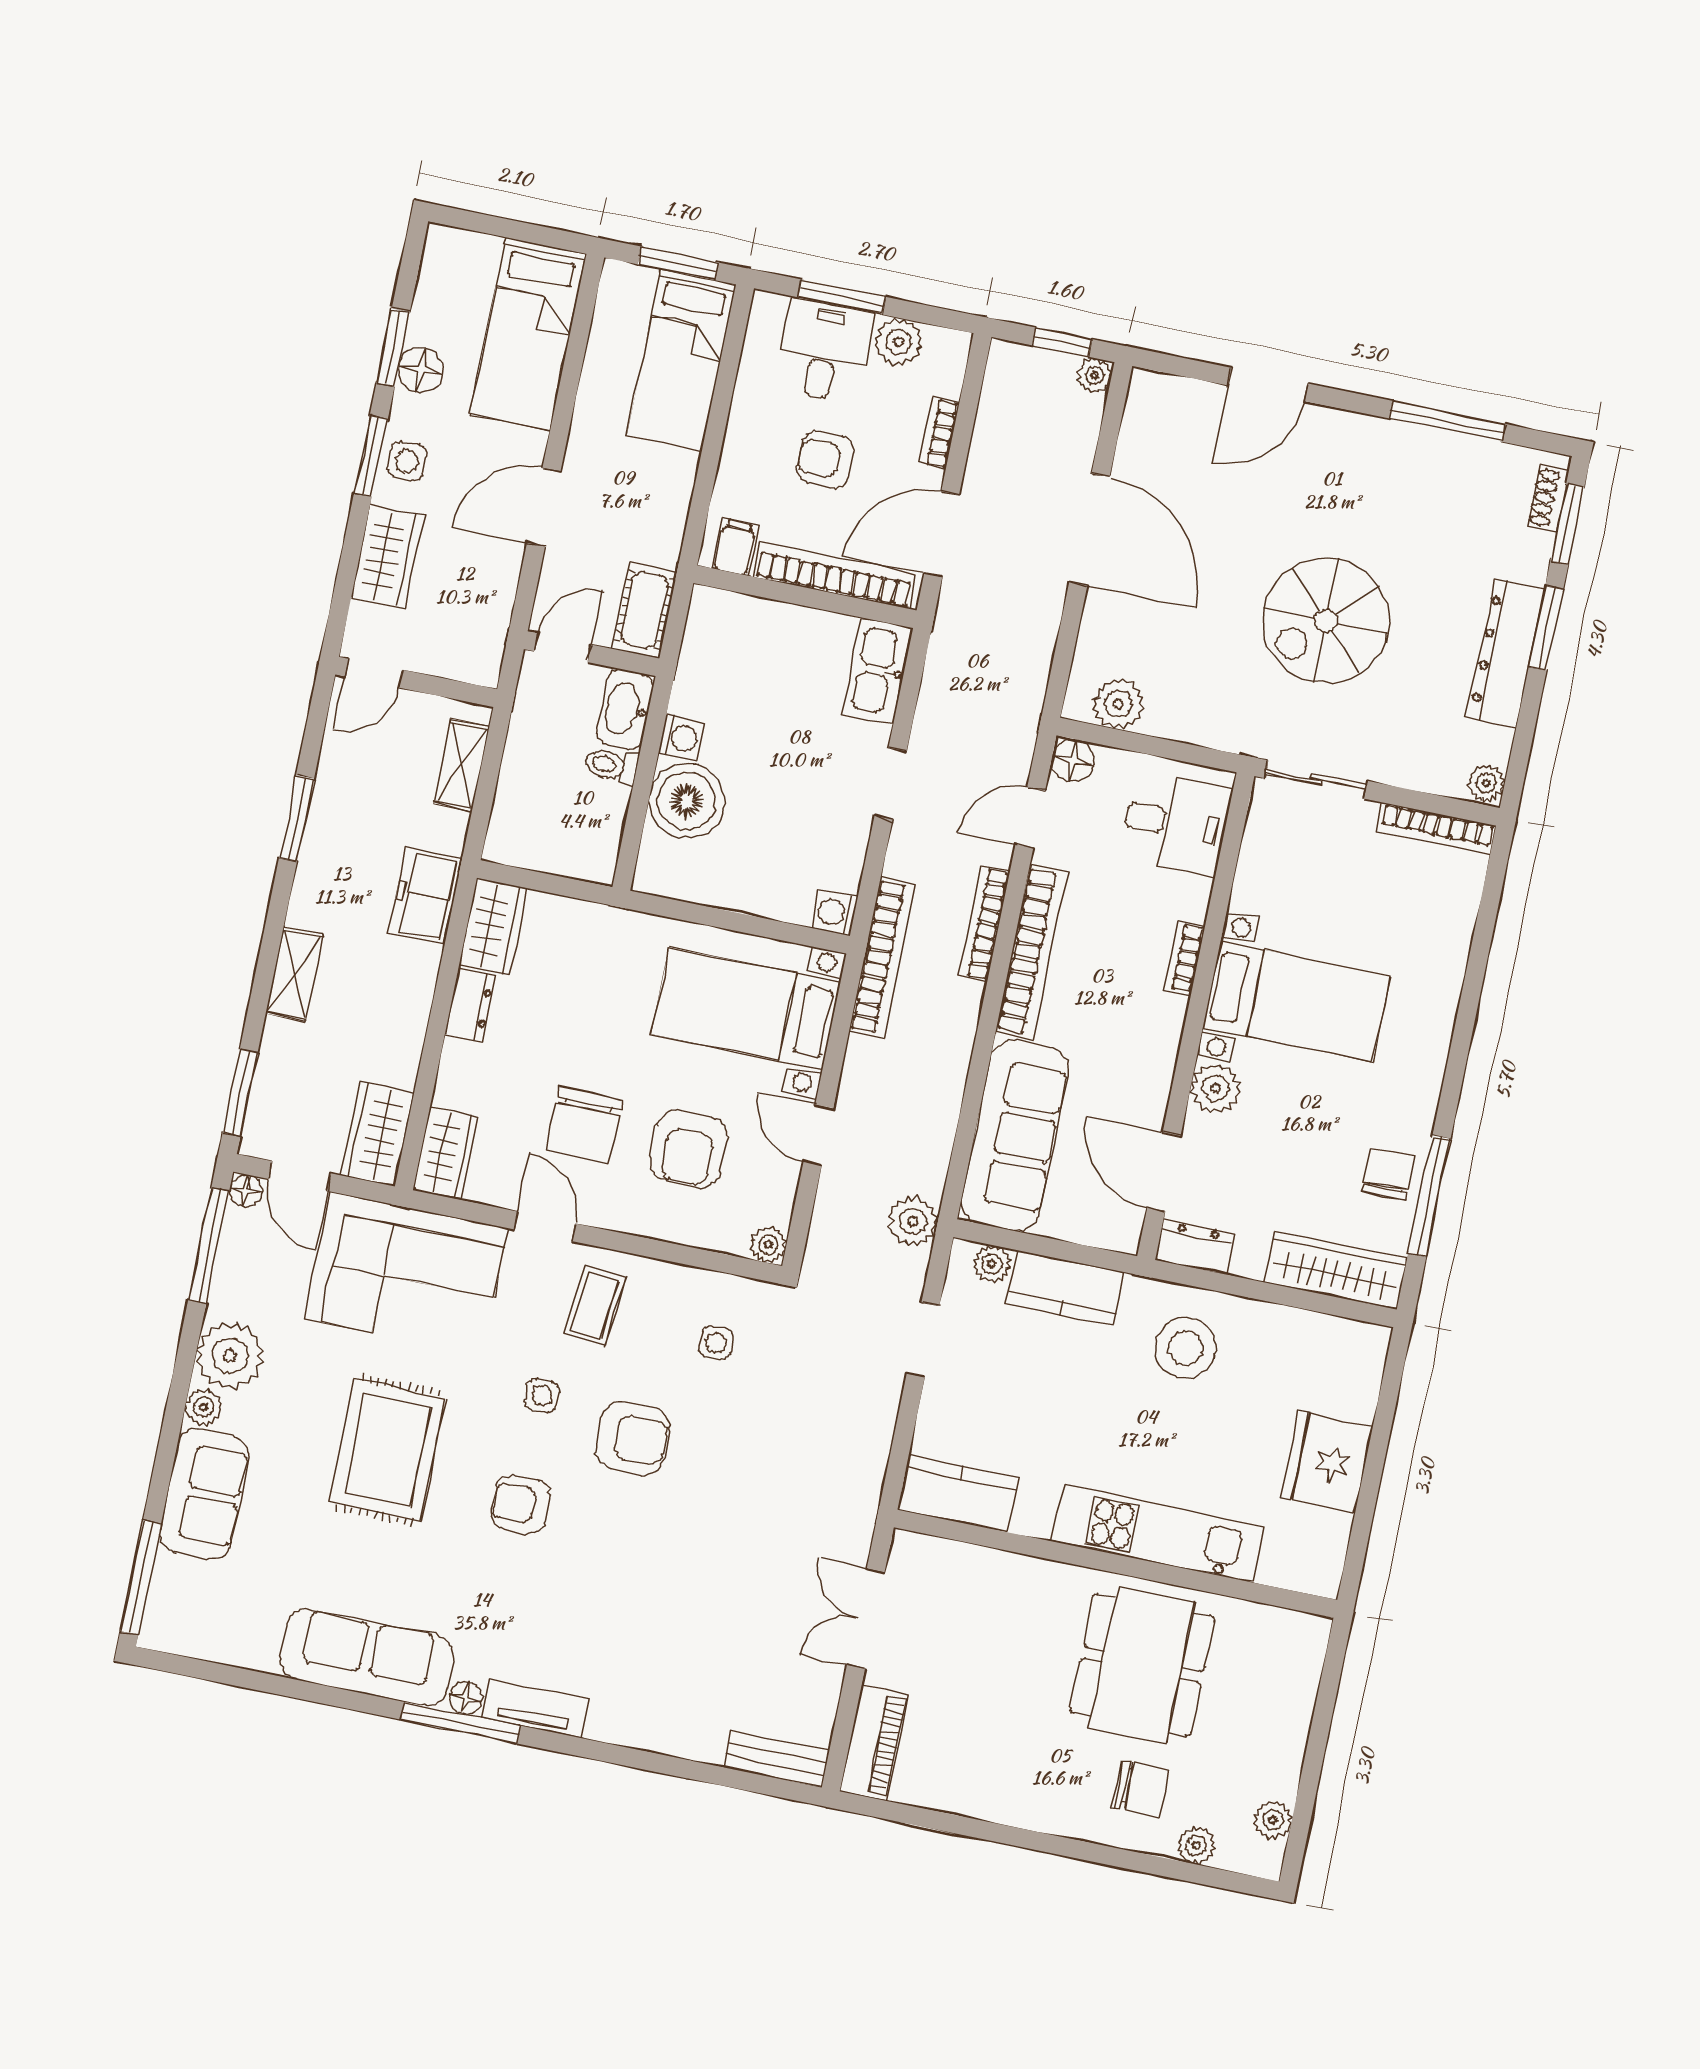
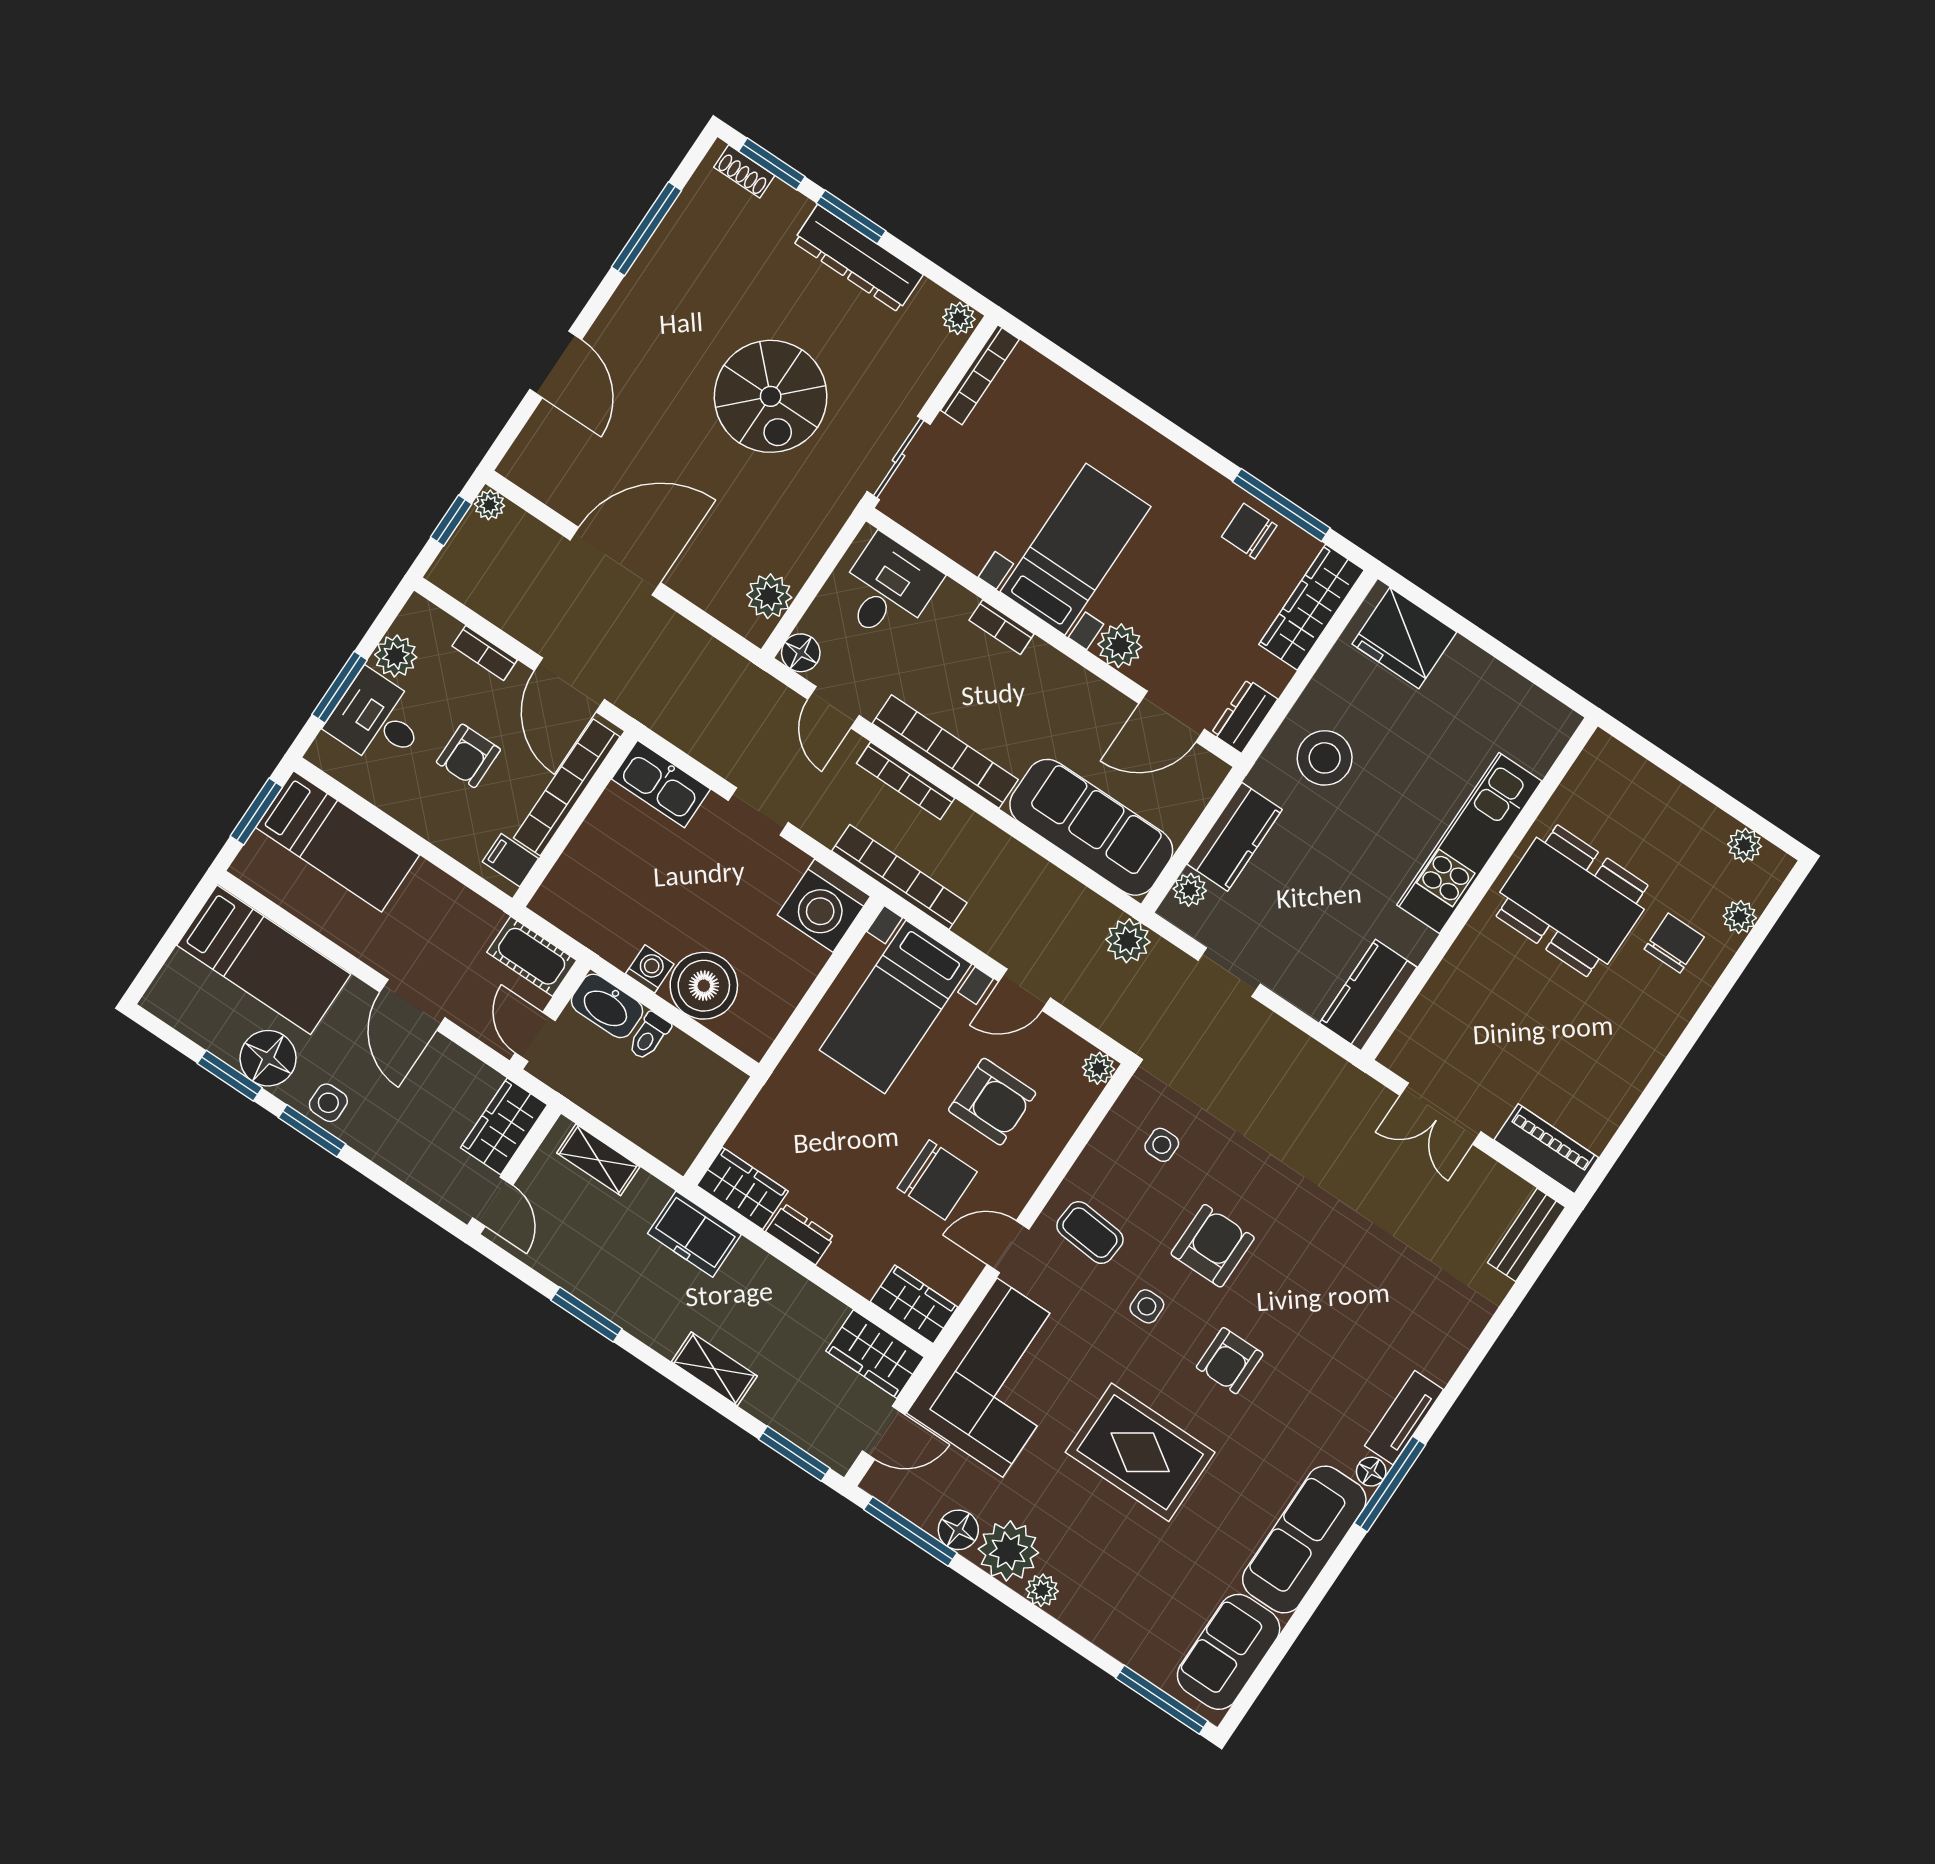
floor lamp: (421, 370) -> (268, 1058), width x1.38, depth x1.38
wardrobe: (387, 557) -> (504, 1126), moved, turned -90
washing machine: (834, 912) -> (824, 906), width x1.89, depth x1.89
floor lamp: (246, 1191) -> (958, 1530), moved, width x1.37, depth x1.37
fridge: (1327, 1462) -> (1404, 638), moved
sofa: (204, 1494) -> (1229, 1652), moved, turned -90

